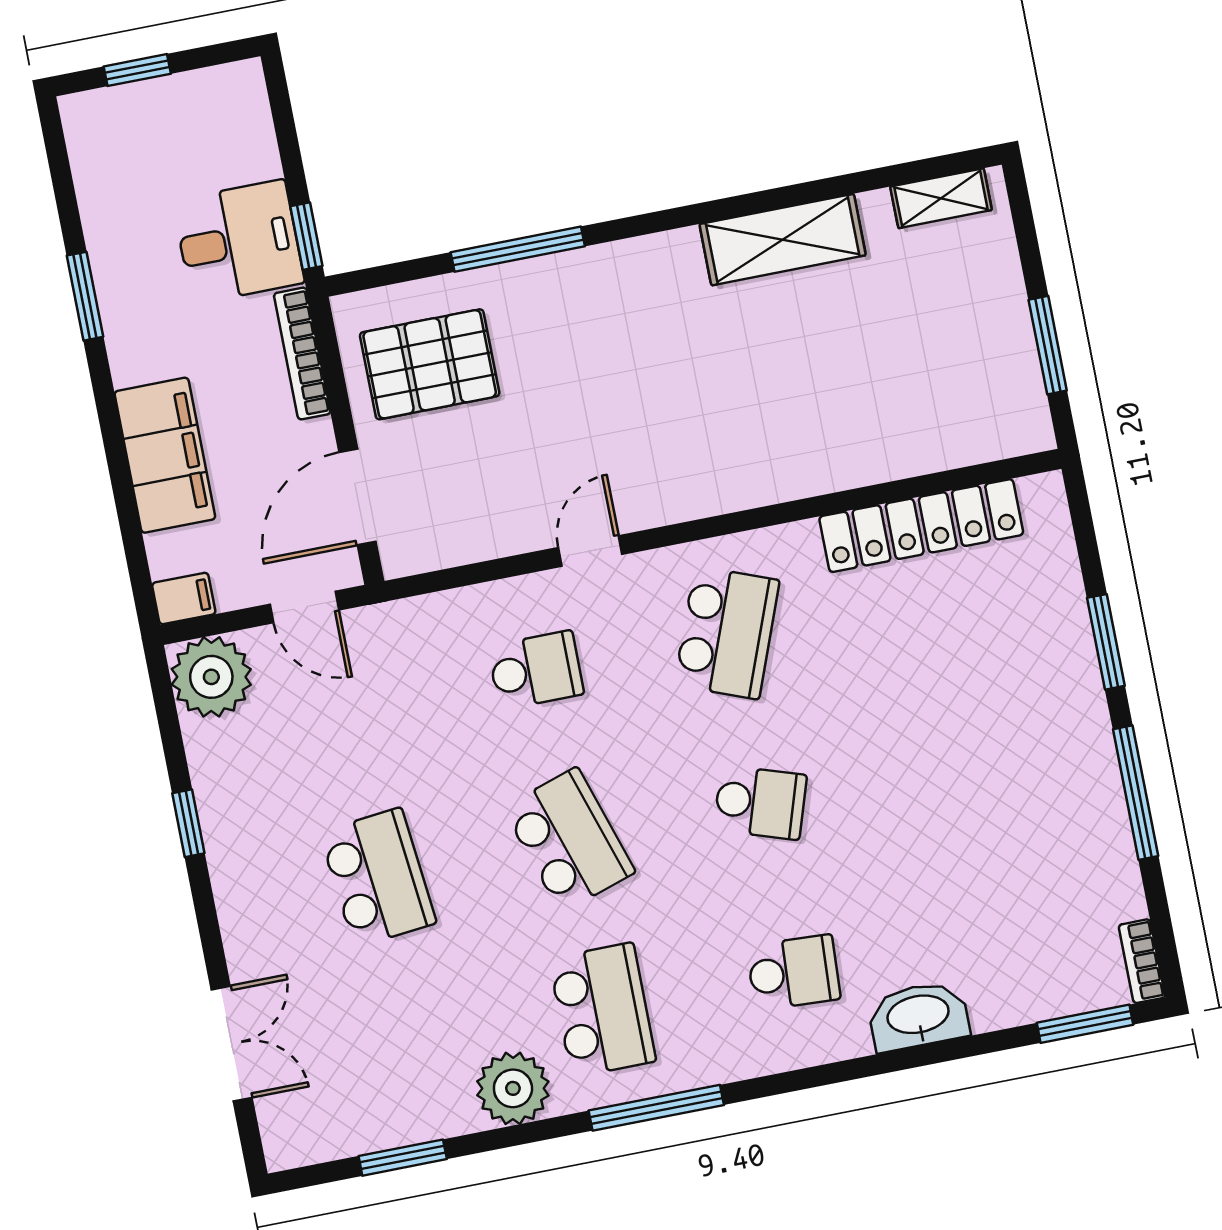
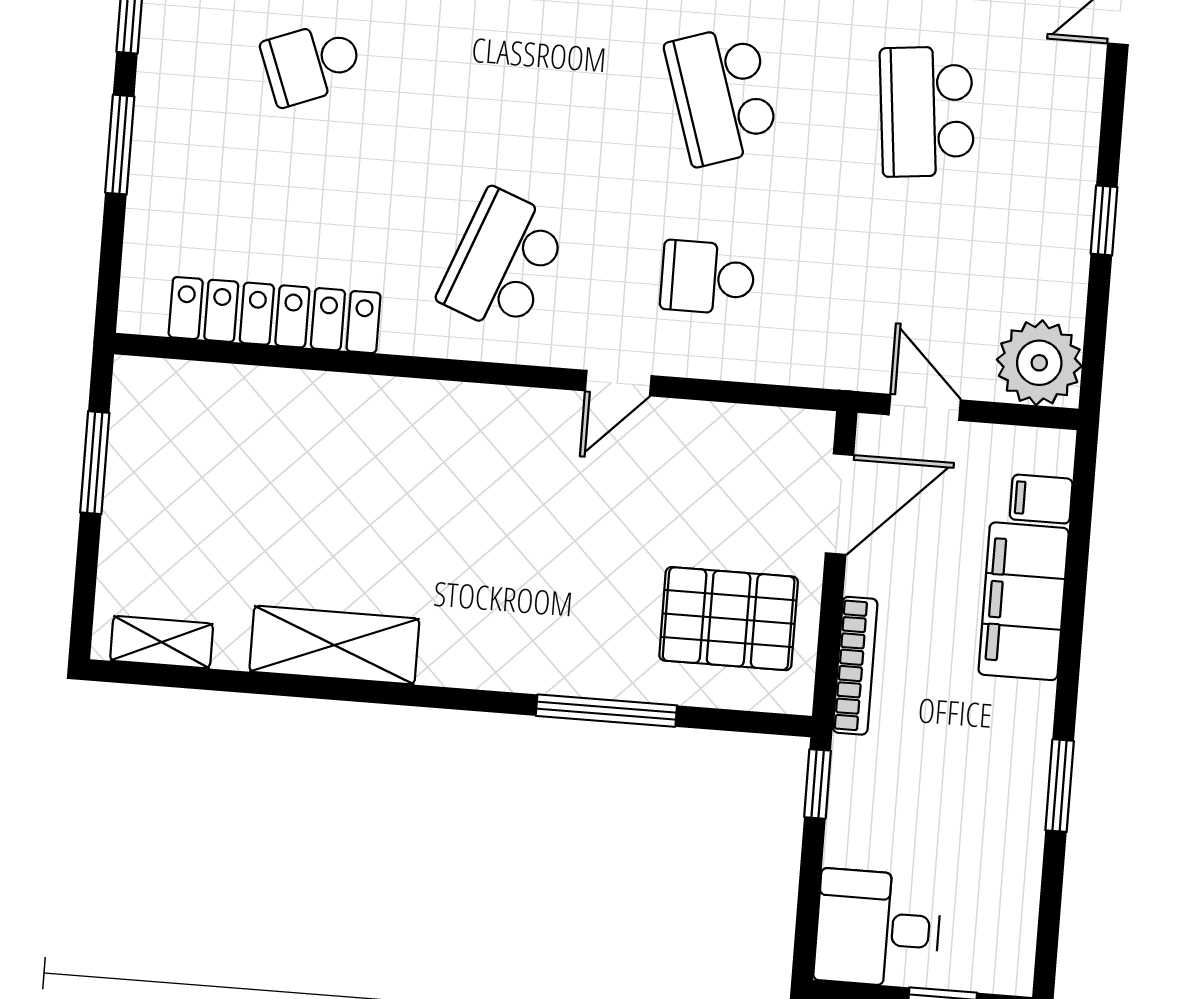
desk: (239, 242) -> (878, 928), moved
filing cabinet: (184, 599) -> (1041, 499), moved
school desk: (760, 803) -> (312, 63), moved, turned -39

